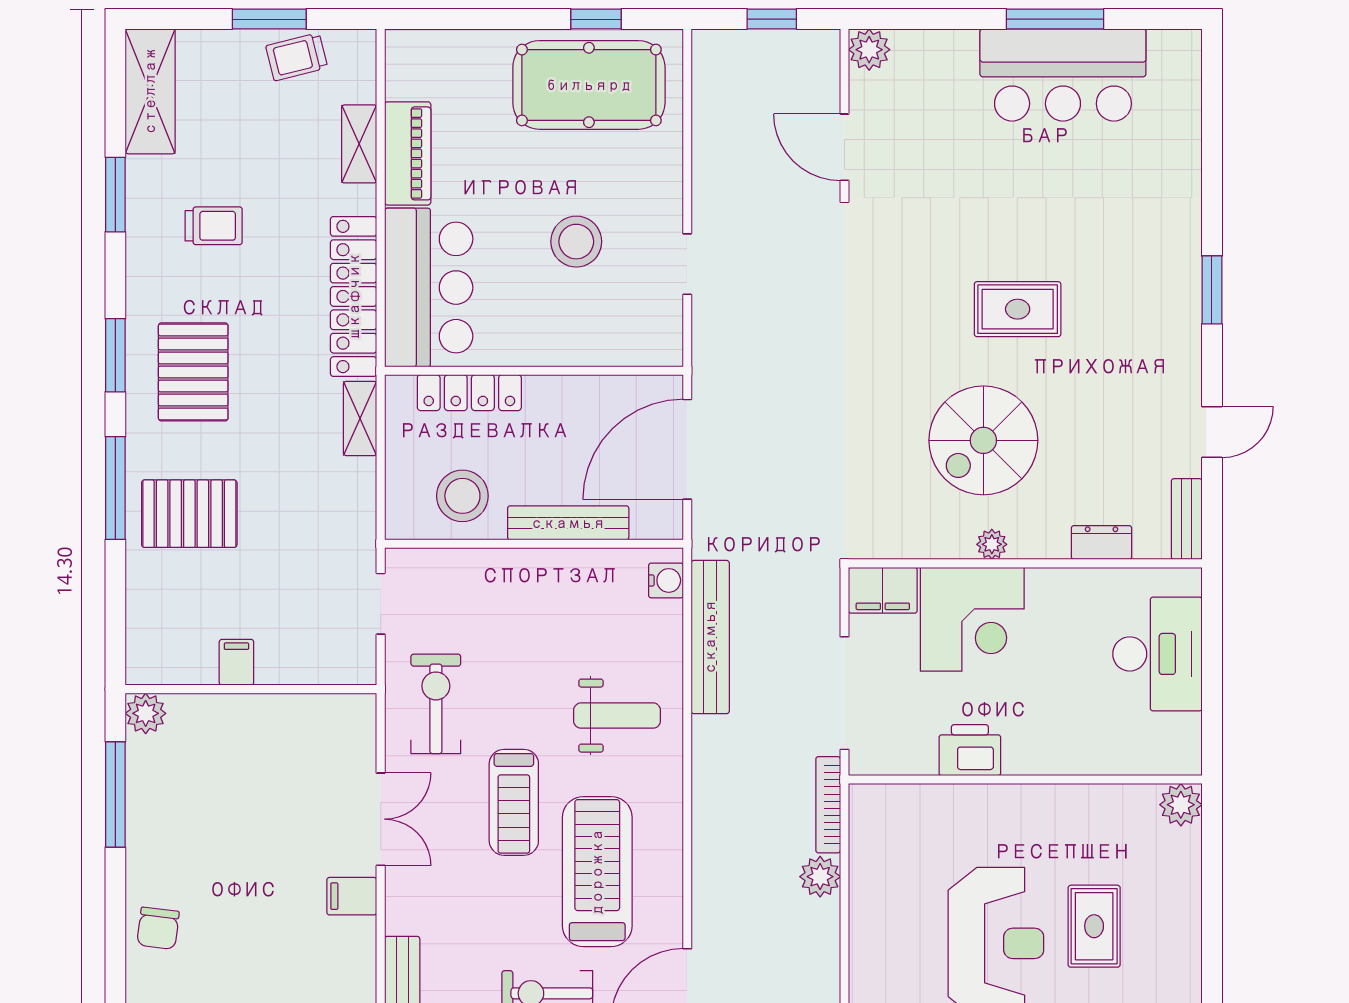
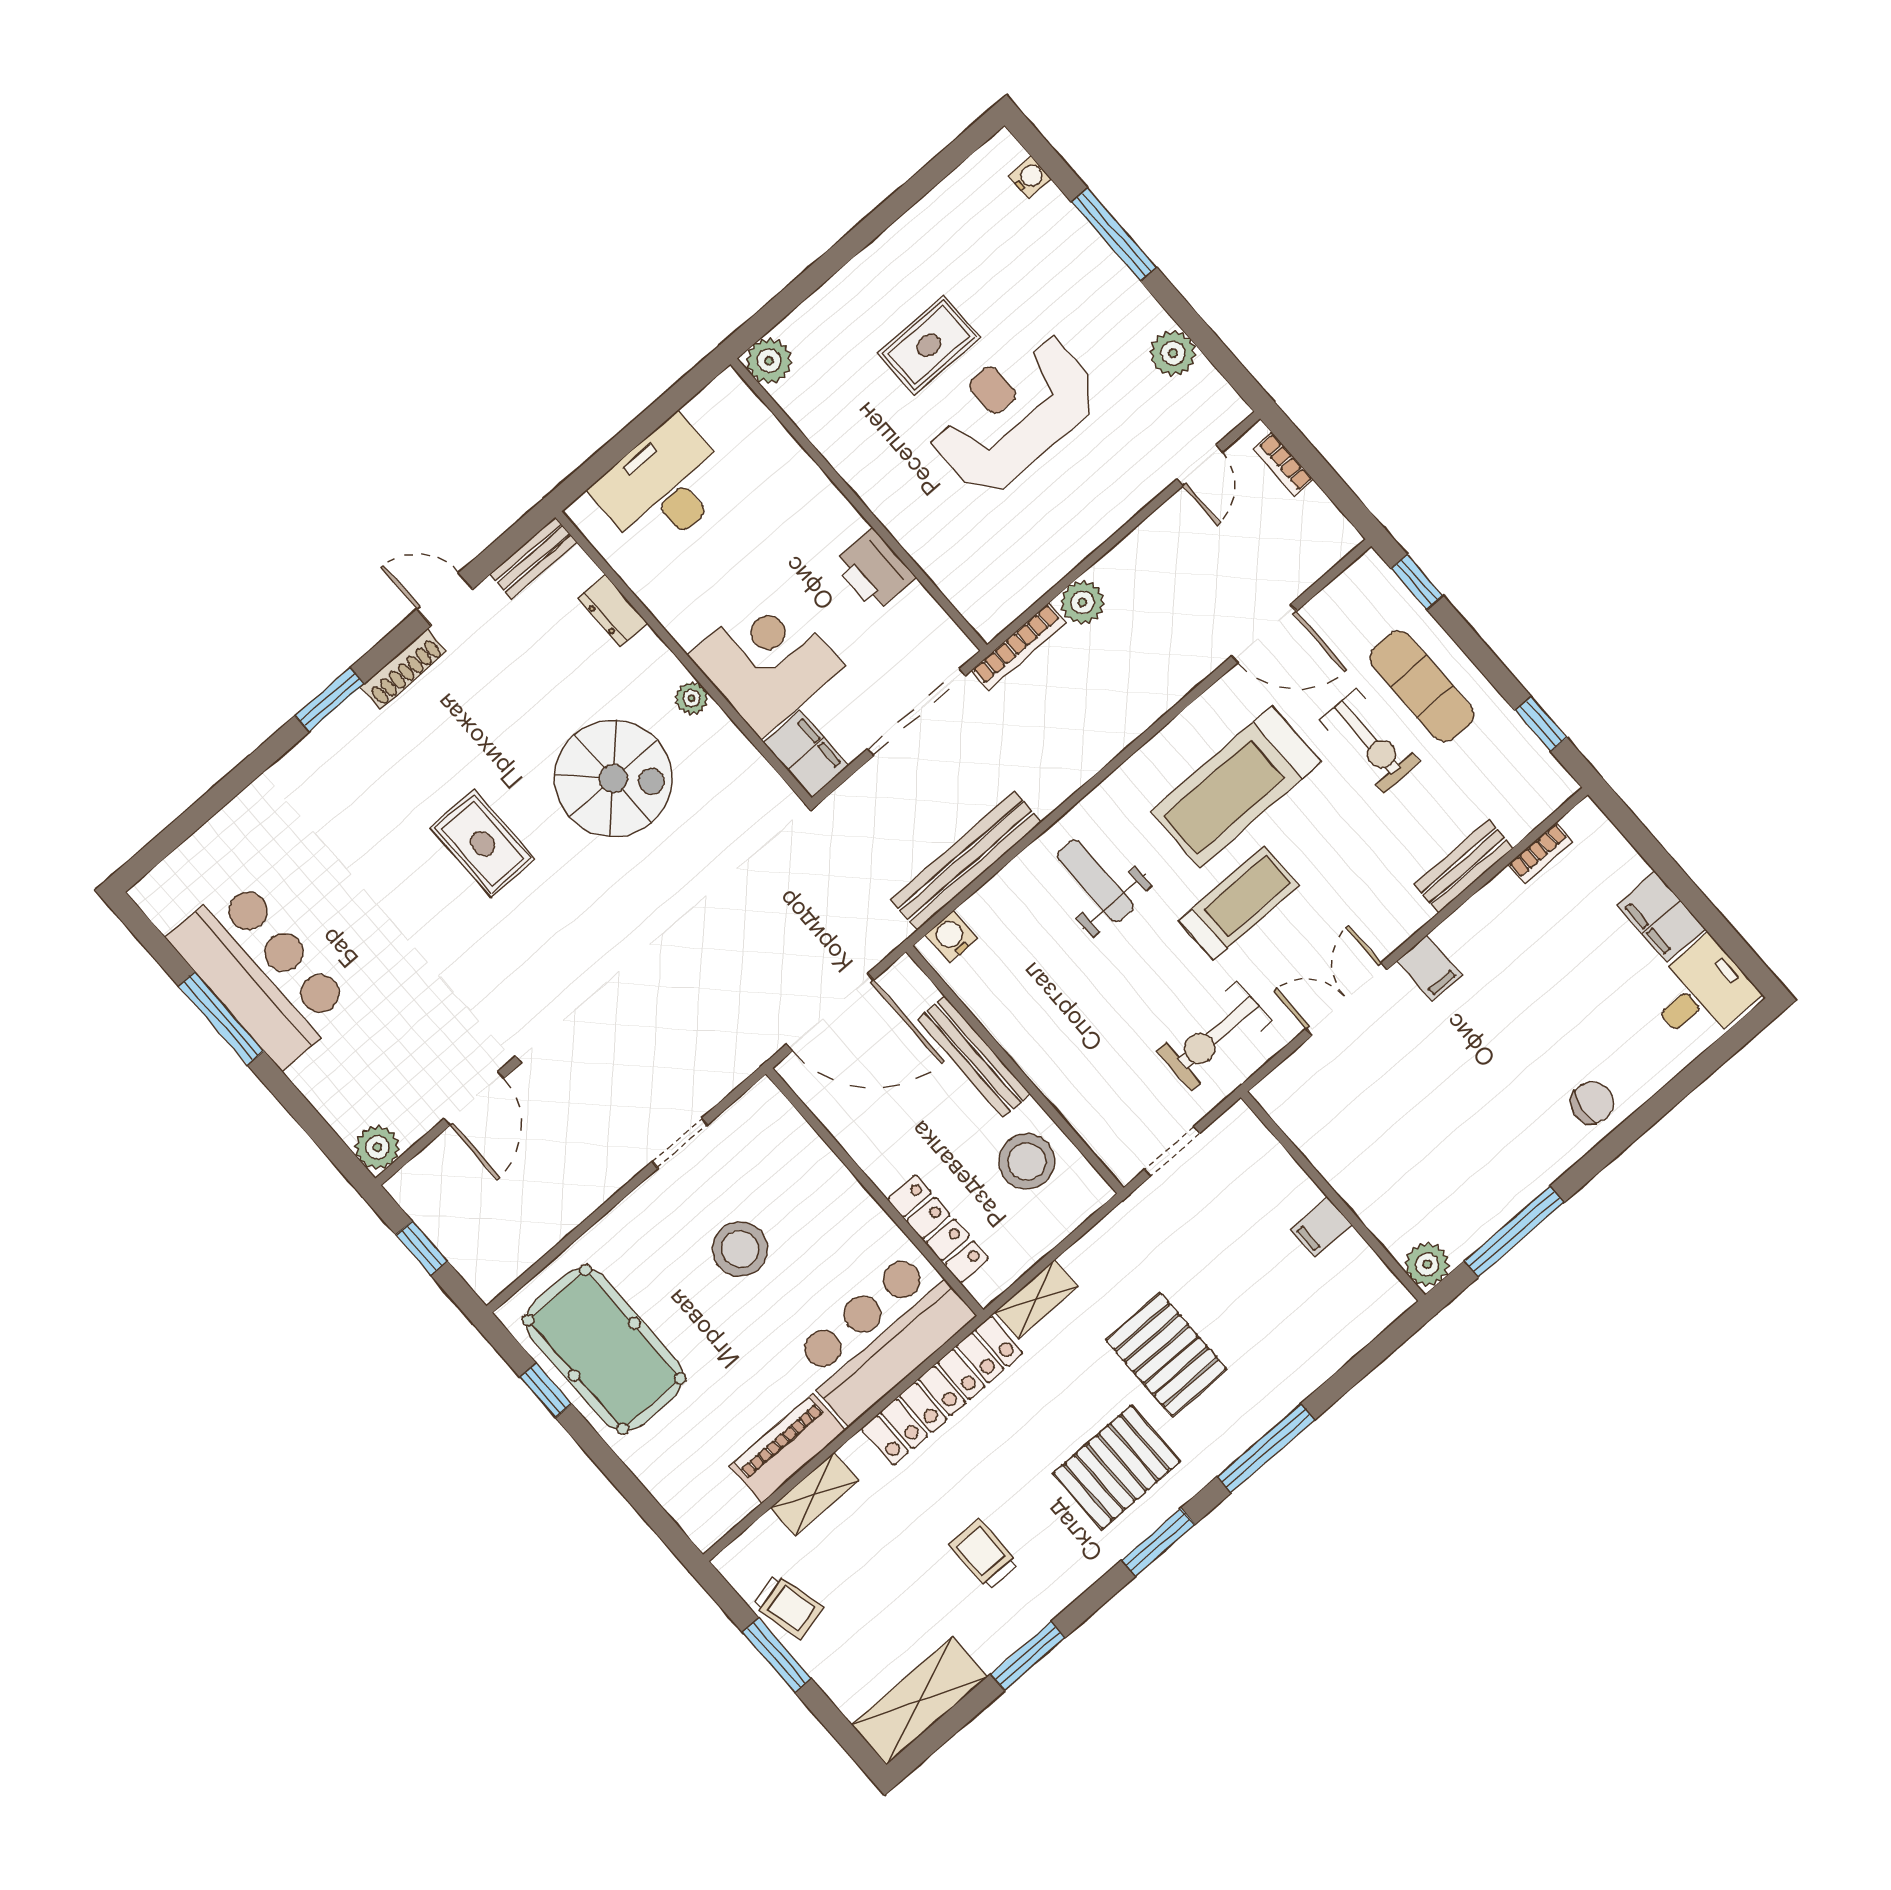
shoe rack: (1188, 360) -> (404, 669), added
pallet: (189, 514) -> (1166, 1355), moved

